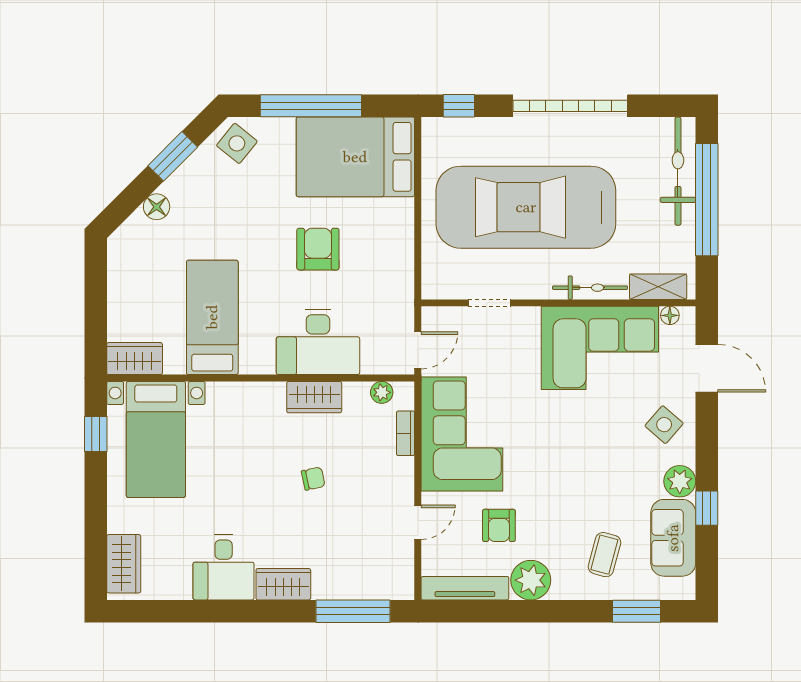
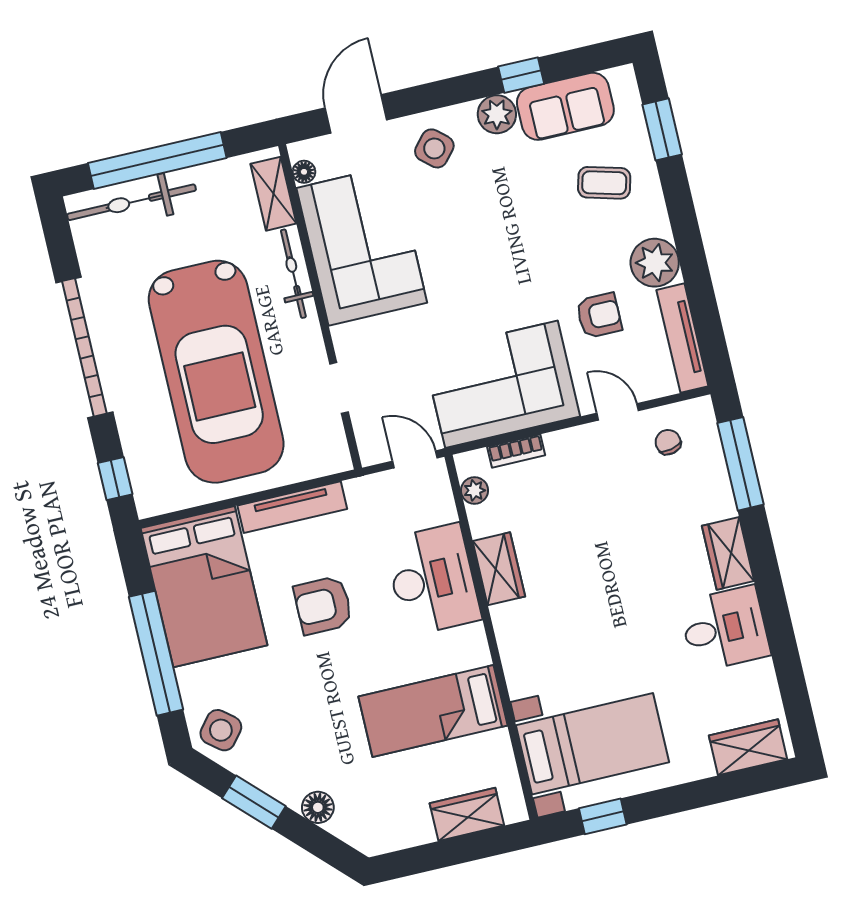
tv unit: (403, 243) -> (292, 507), added
wardrobe: (135, 359) -> (467, 814), moved, turned 90
chair: (313, 479) -> (668, 442), moved

